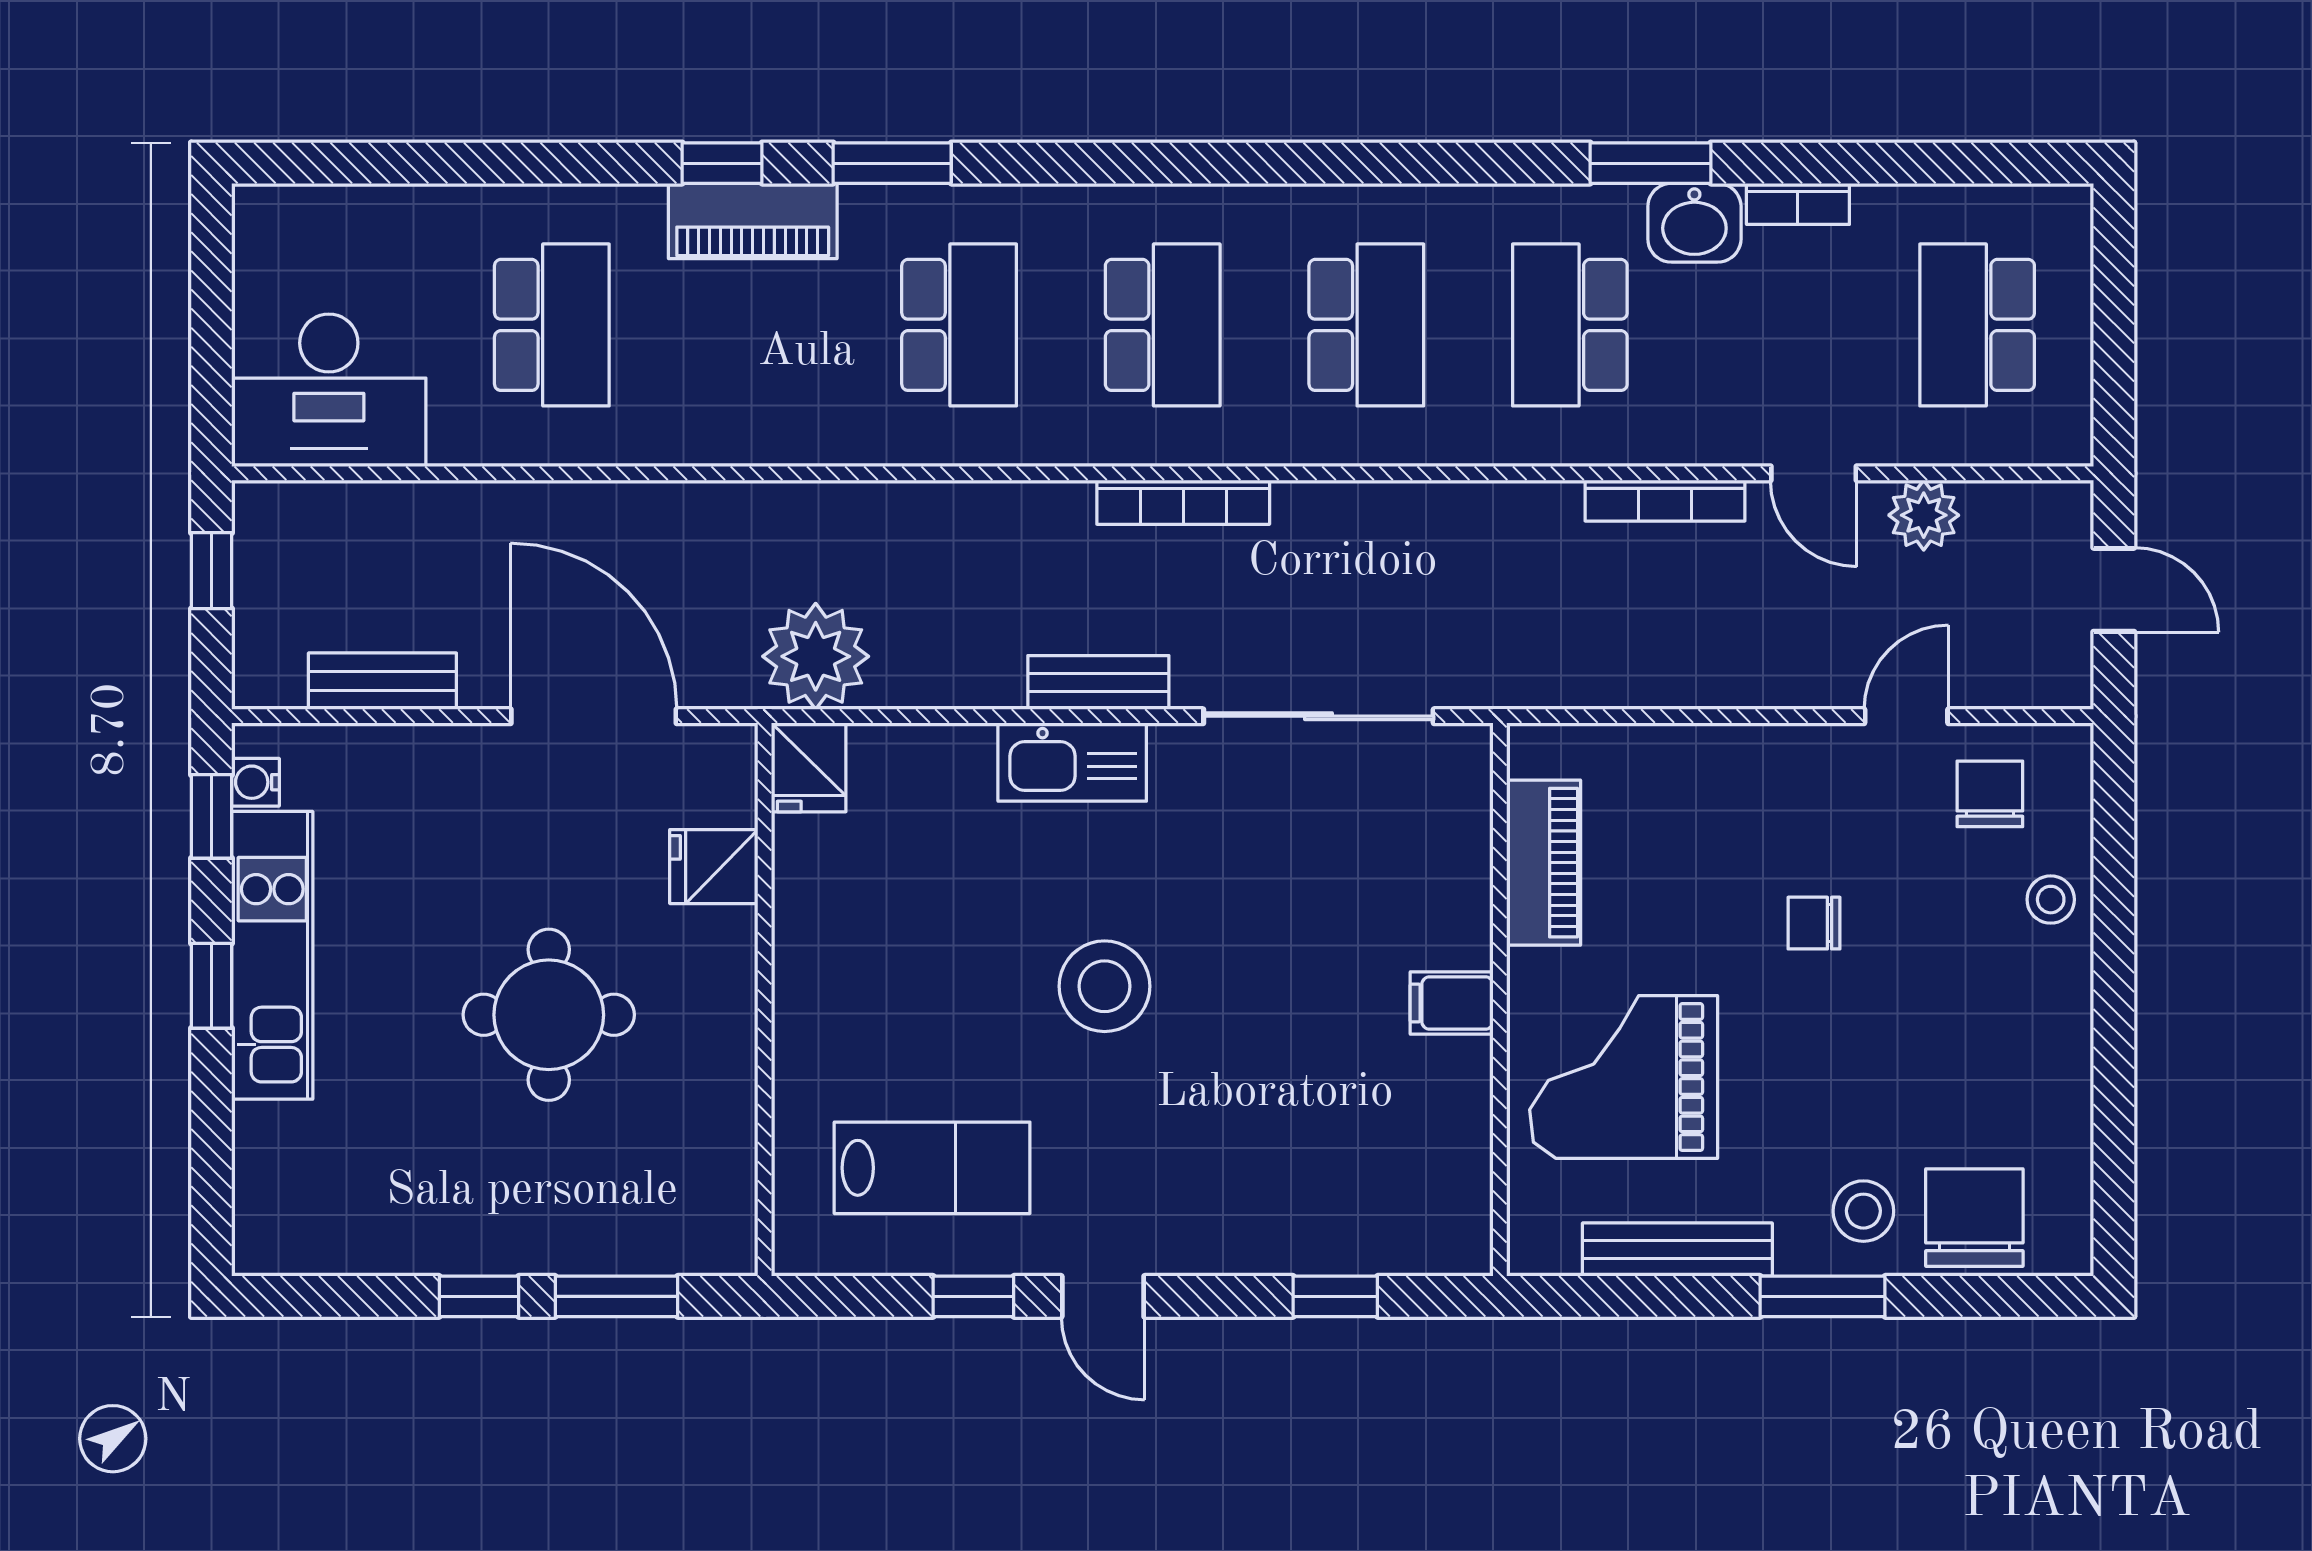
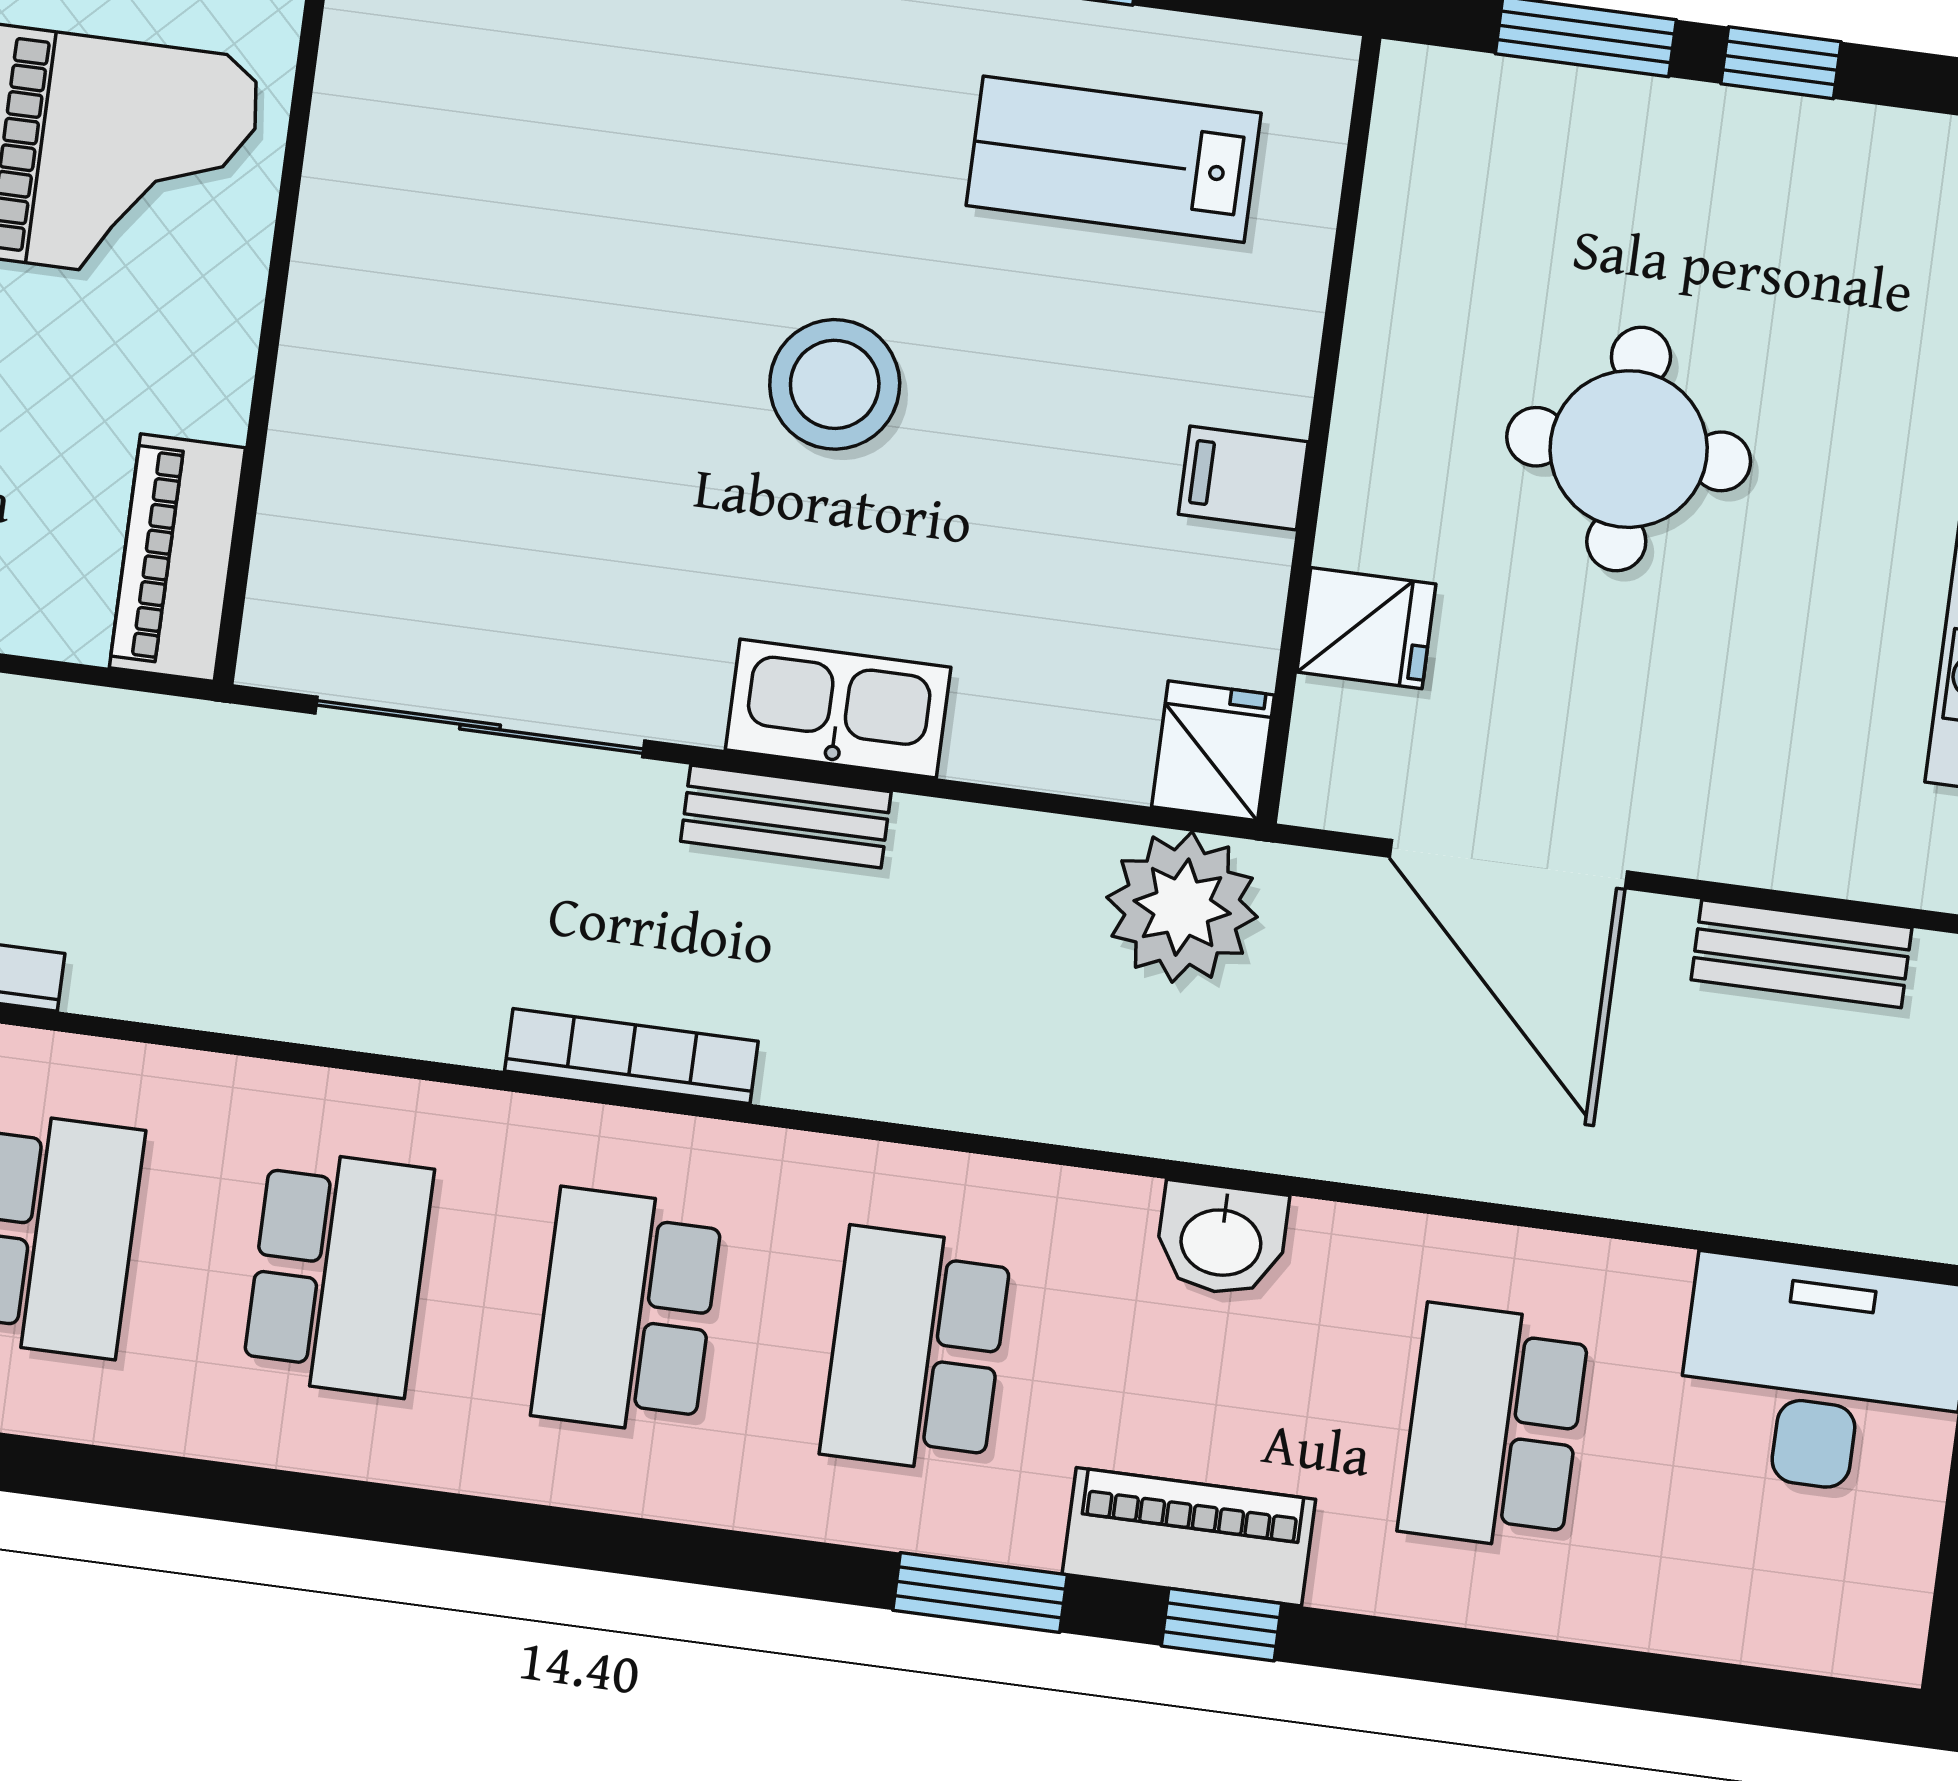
school desk: (1366, 325) -> (338, 1273), turned 180
washbasin: (758, 430) -> (1221, 1239), added
piano: (1544, 863) -> (177, 558), moved
filing cabinet: (1452, 1003) -> (1243, 478), moved, turned 180

